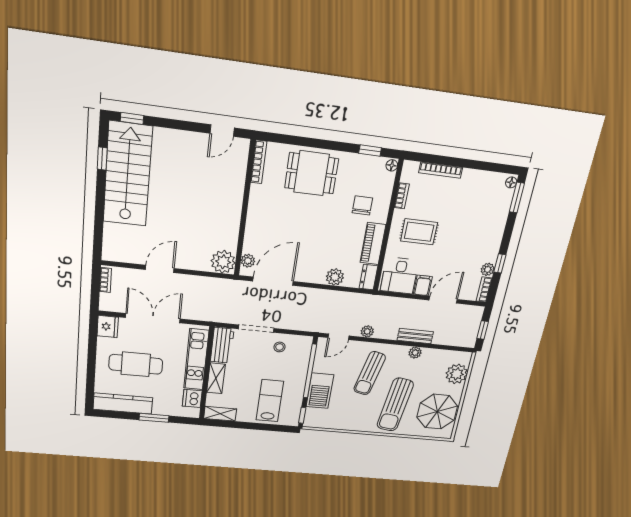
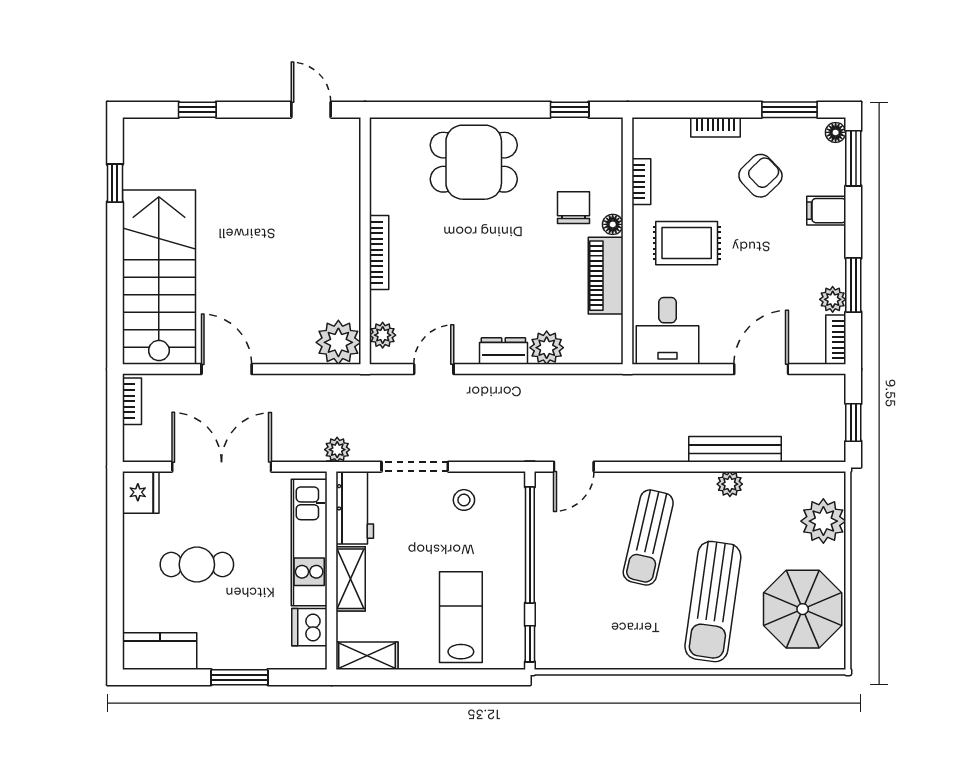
window: (132, 118) -> (197, 110), moved
door: (222, 131) -> (311, 110), swing flipped
bookcase: (259, 162) -> (379, 253), moved
floor lamp: (392, 165) -> (613, 224), moved
window: (490, 167) -> (790, 110), added
bookcase: (441, 170) -> (716, 127), width x0.64
stairs: (128, 174) -> (159, 277), moved
armchair: (466, 201) -> (760, 176), added
window: (500, 263) -> (853, 285), width x1.50
door: (160, 269) -> (227, 369), hinge flipped
dresser: (368, 277) -> (503, 351), moved, turned 90
door: (273, 281) -> (434, 369), width x0.53
filing cabinet: (423, 285) -> (826, 211), moved, turned -90
plant: (367, 331) -> (337, 450), moved
bench: (415, 336) -> (735, 449), width x1.36
cafe table: (136, 364) -> (197, 565), width x0.73, depth x0.74
barbecue: (320, 391) -> (556, 586), removed
kitchen counter: (123, 403) -> (160, 651), width x0.67

